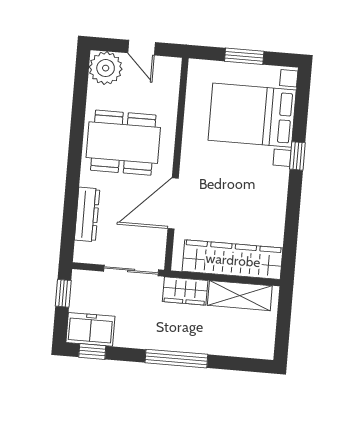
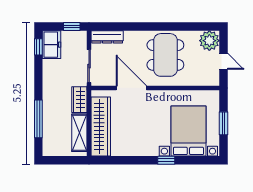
door: (142, 48) -> (223, 61), swing flipped
dresser: (87, 214) -> (107, 37), moved
window: (176, 359) -> (38, 119), moved

